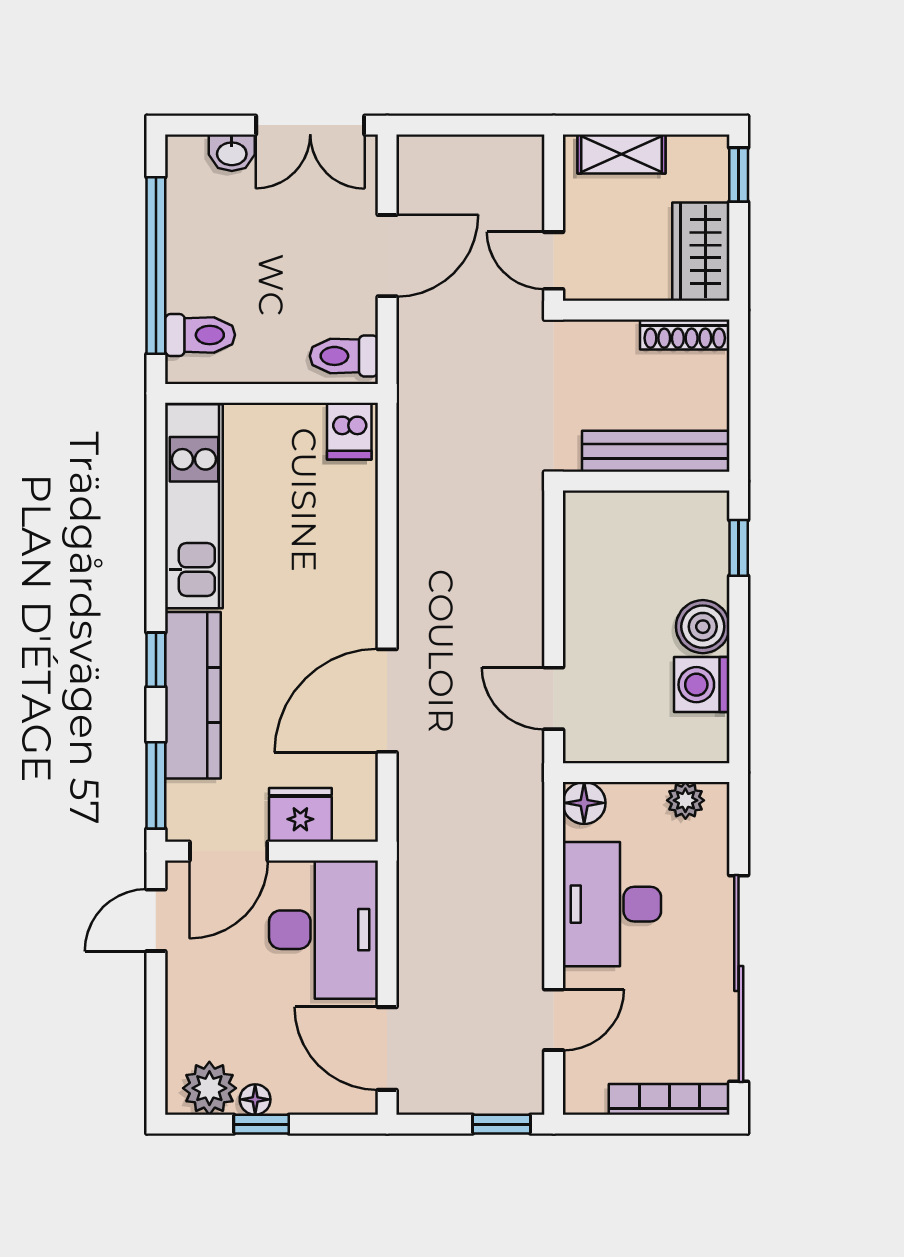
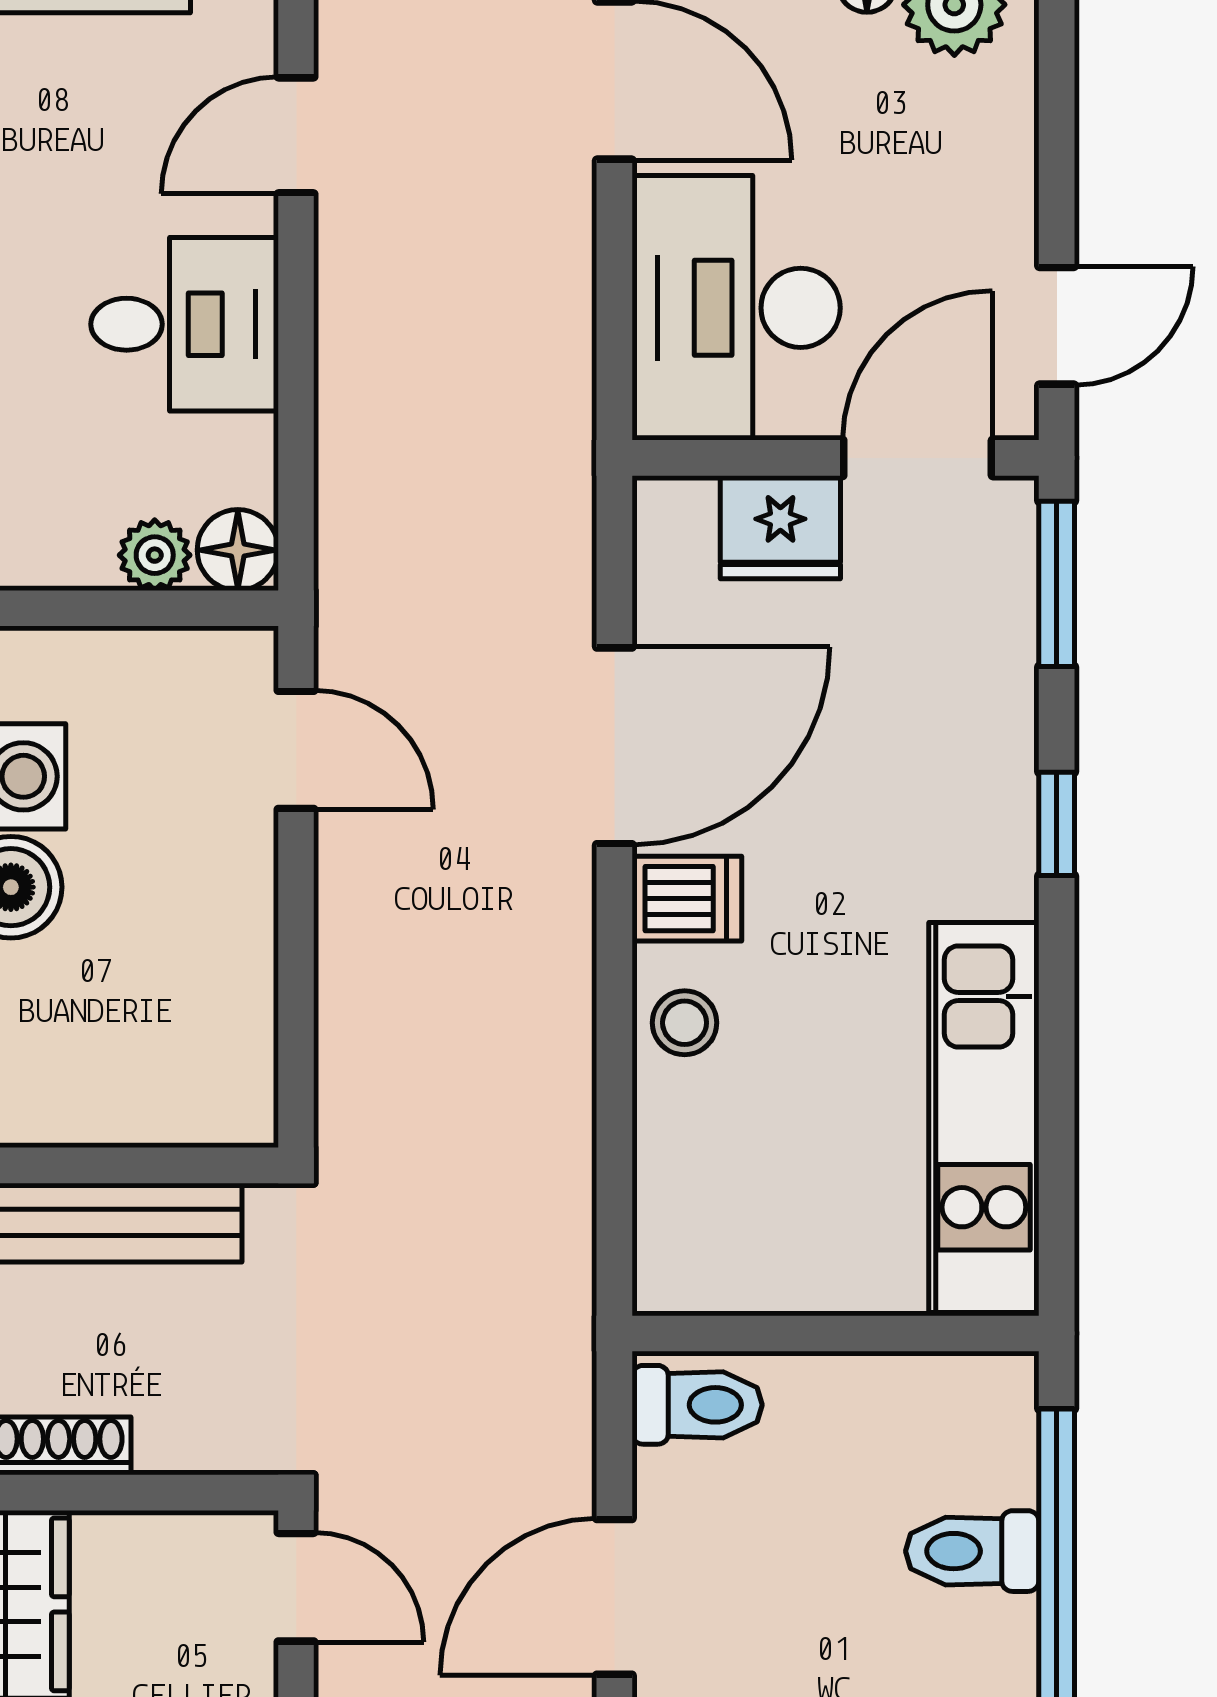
toilet: (200, 335) -> (972, 1551), moved
dishwasher: (349, 431) -> (687, 899), moved, turned 90
stool: (351, 556) -> (685, 1023), added
kitchen counter: (193, 695) -> (986, 756), removed
plant: (685, 800) -> (155, 555), moved
desk: (612, 904) -> (185, 324), width x0.73

